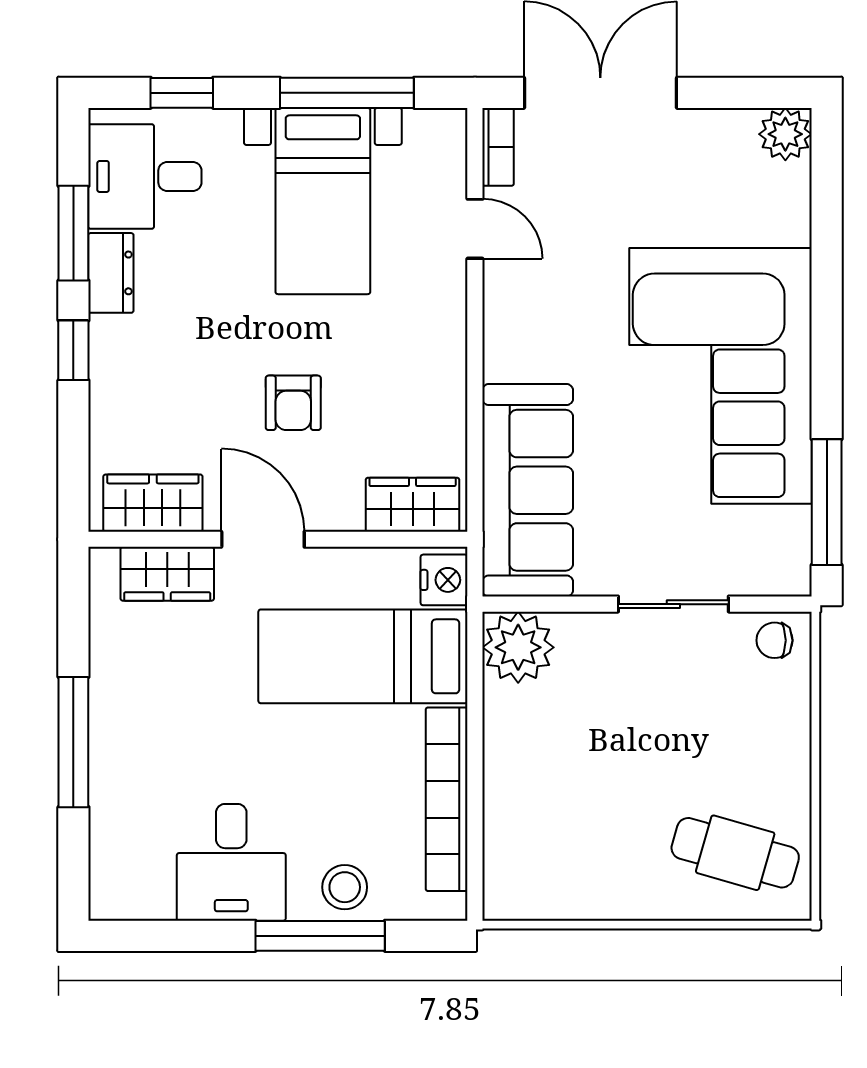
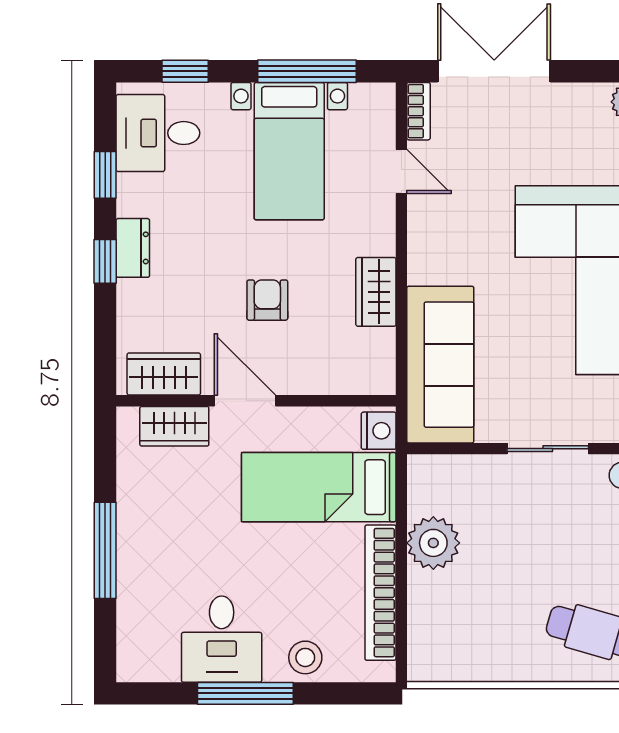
window: (73, 233) -> (105, 175), width x0.67
dresser: (111, 273) -> (133, 248), moved
armchair: (293, 403) -> (267, 300), turned 180
wardrobe: (413, 505) -> (376, 292), moved, turned -90
plant: (518, 647) -> (433, 543), moved
window: (320, 936) -> (245, 693), moved

